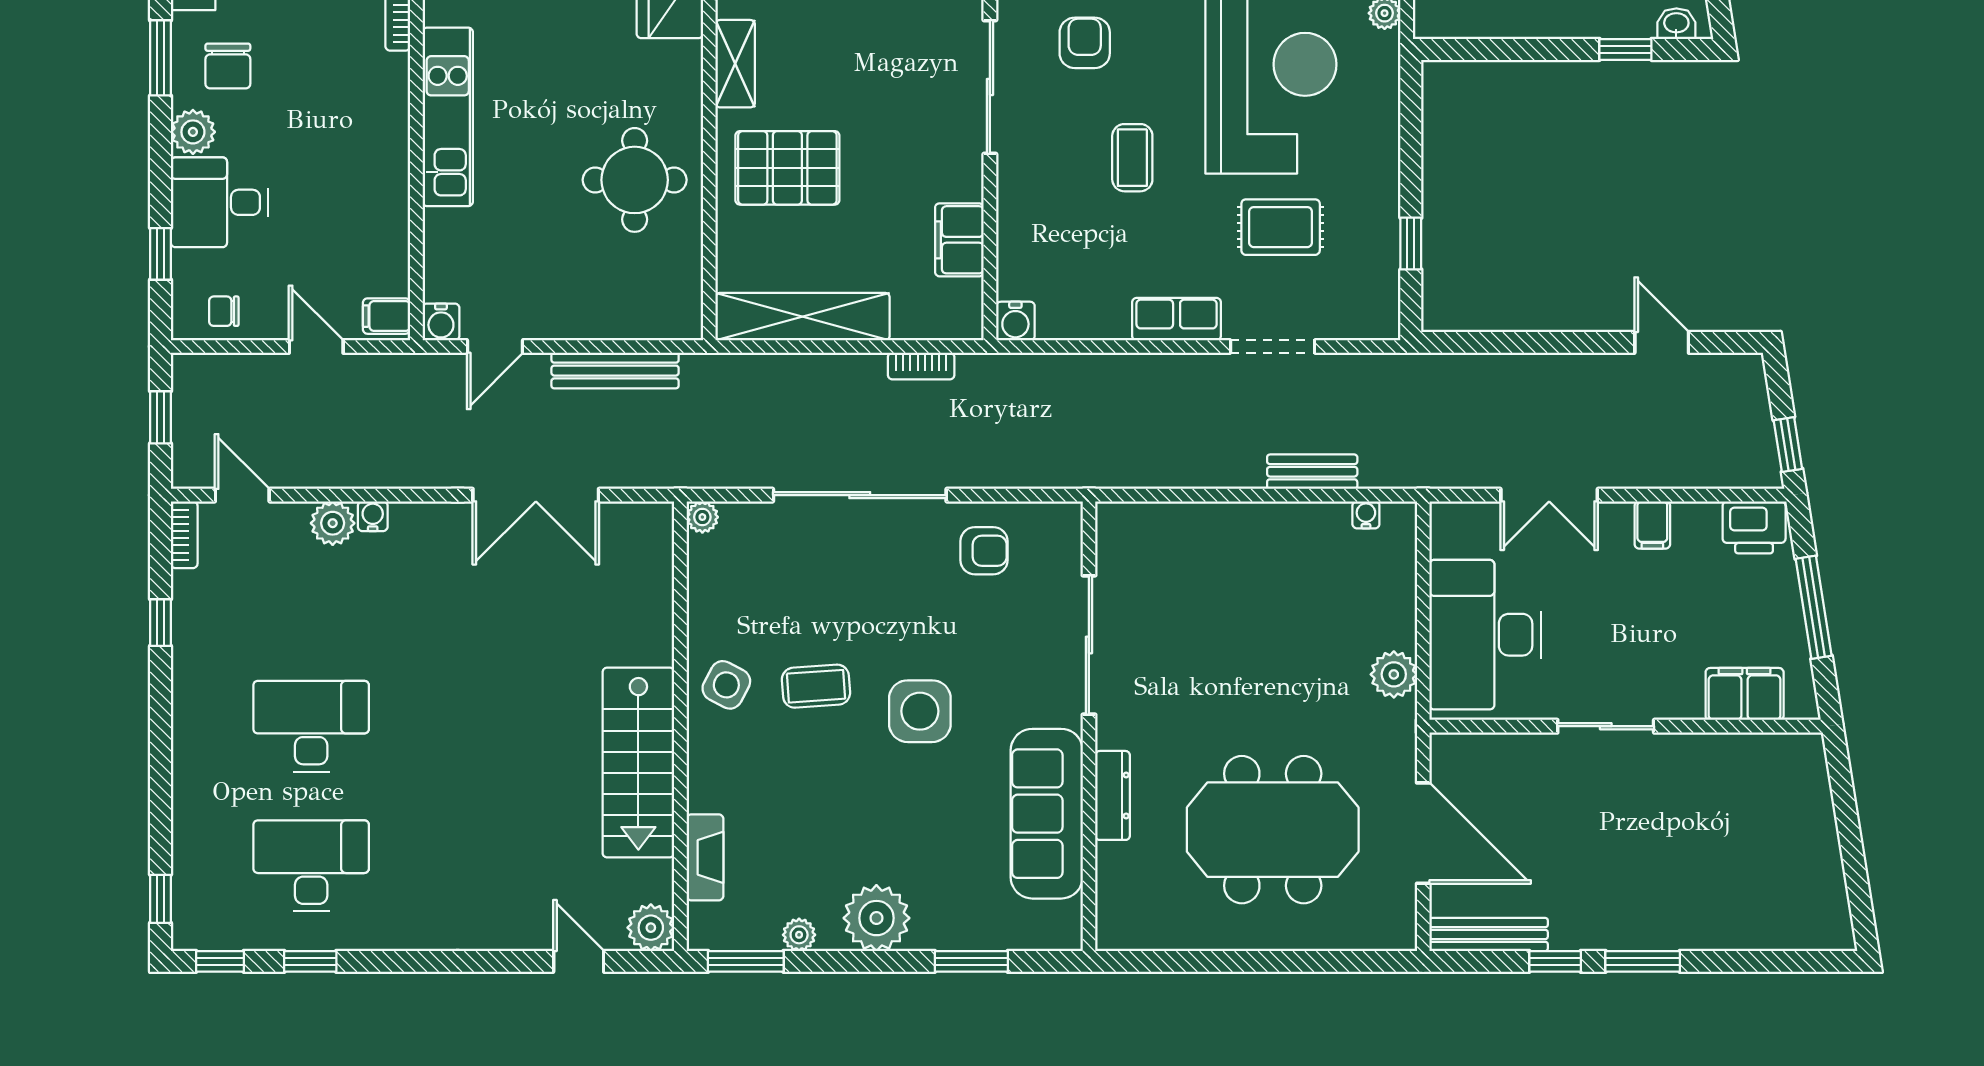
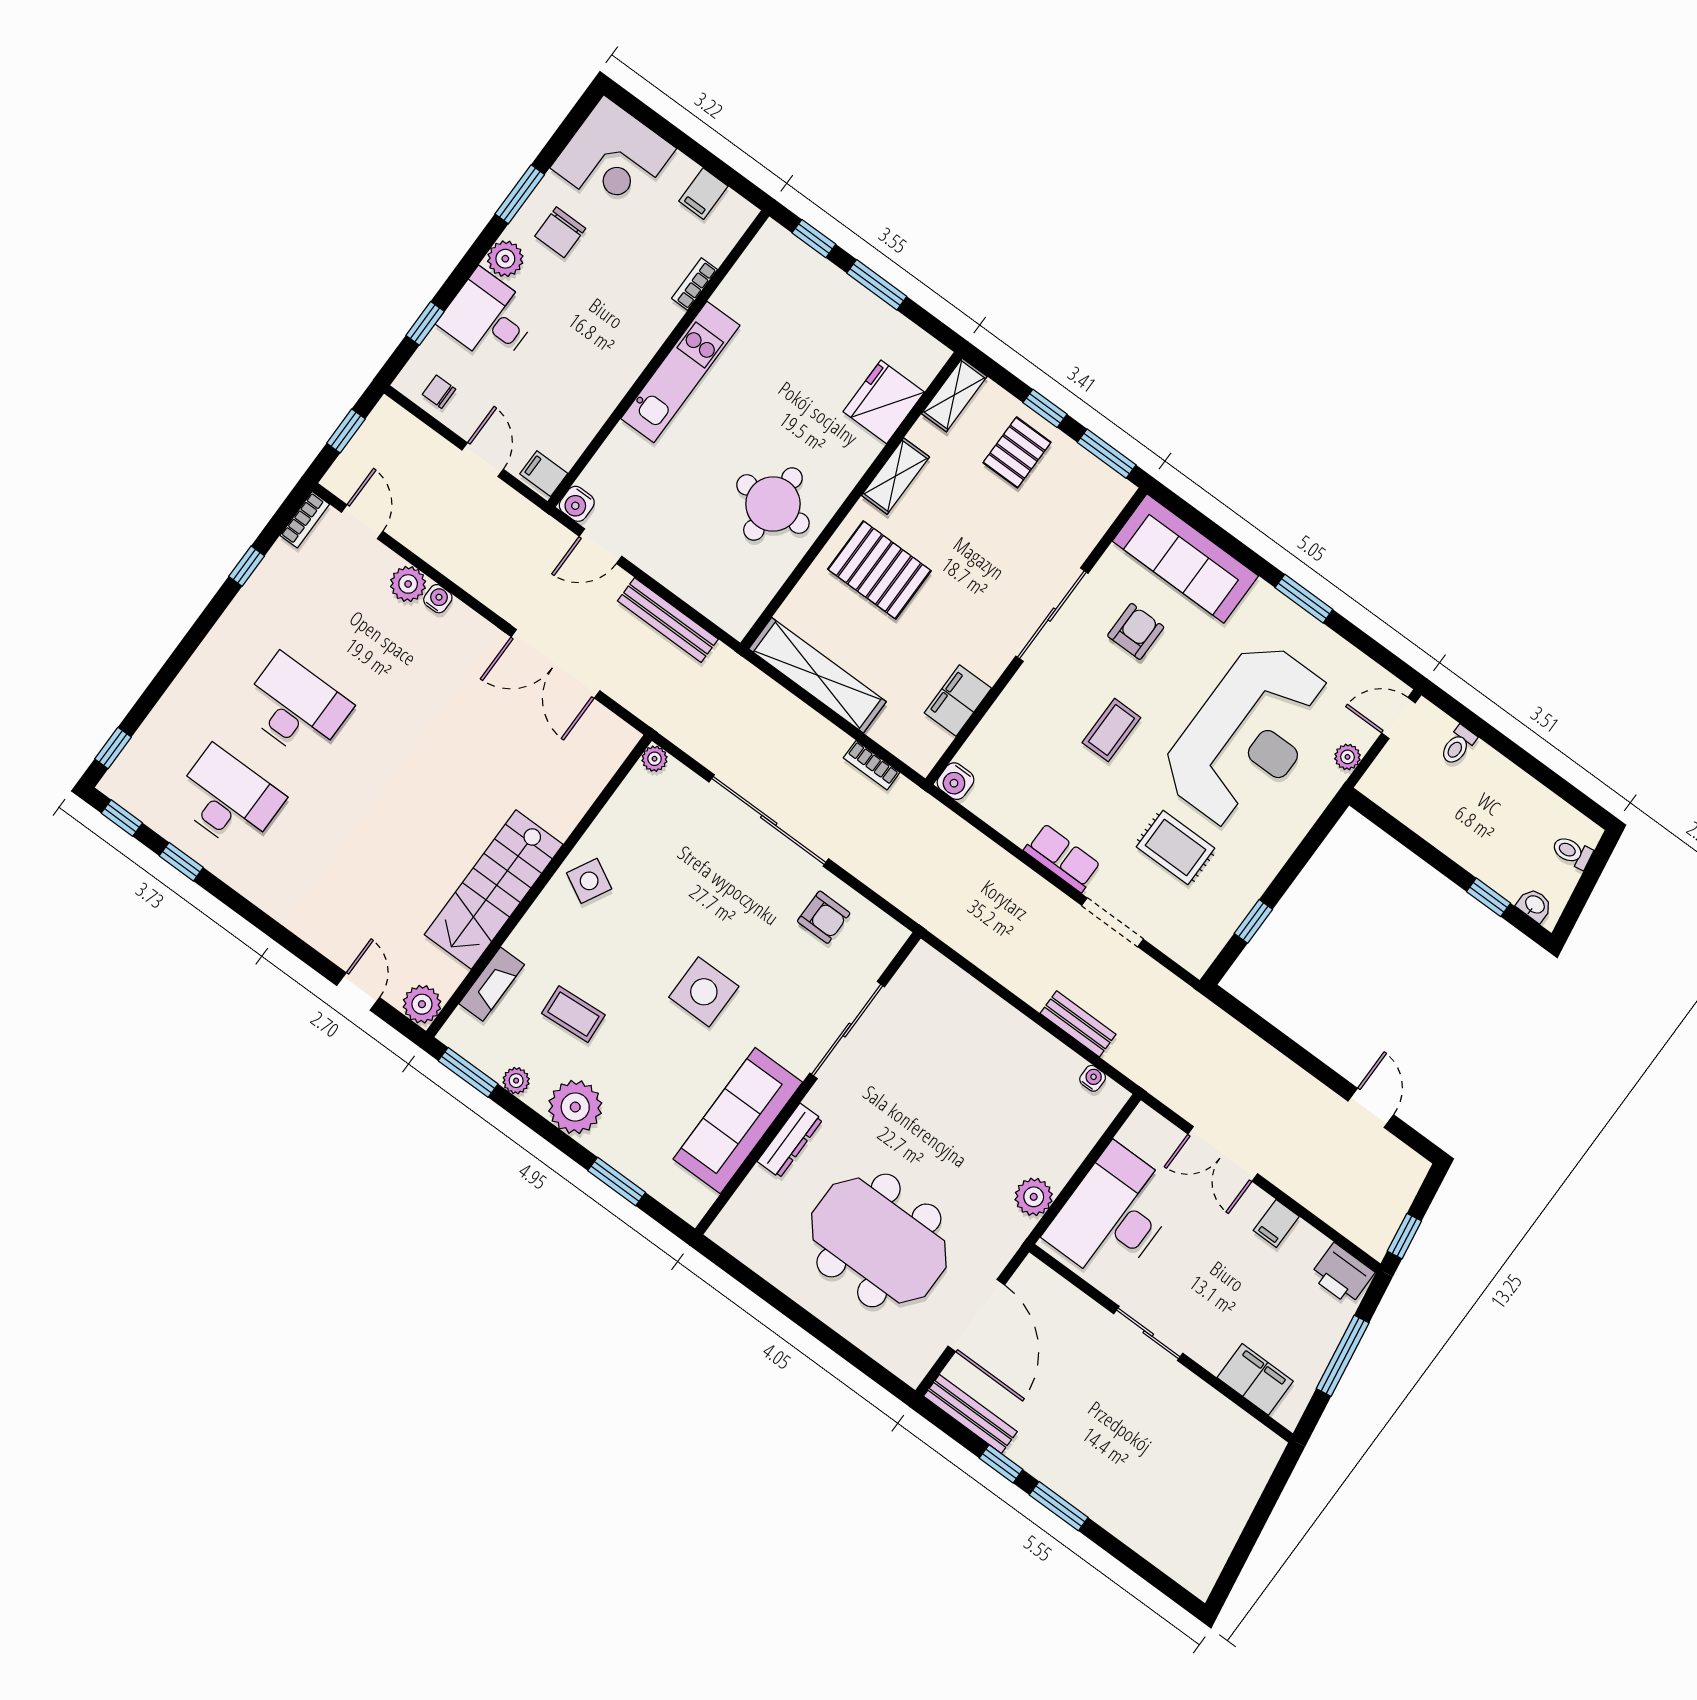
coffee table: (816, 686) -> (573, 1014), moved

